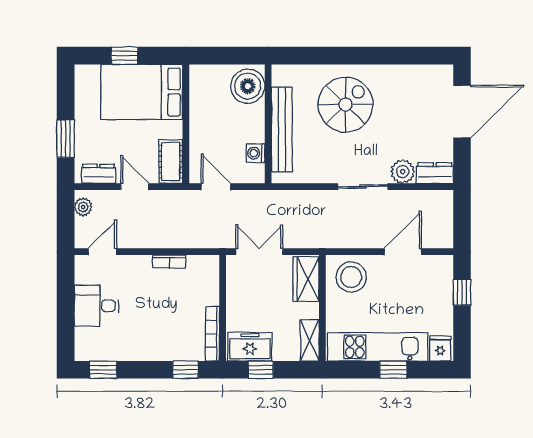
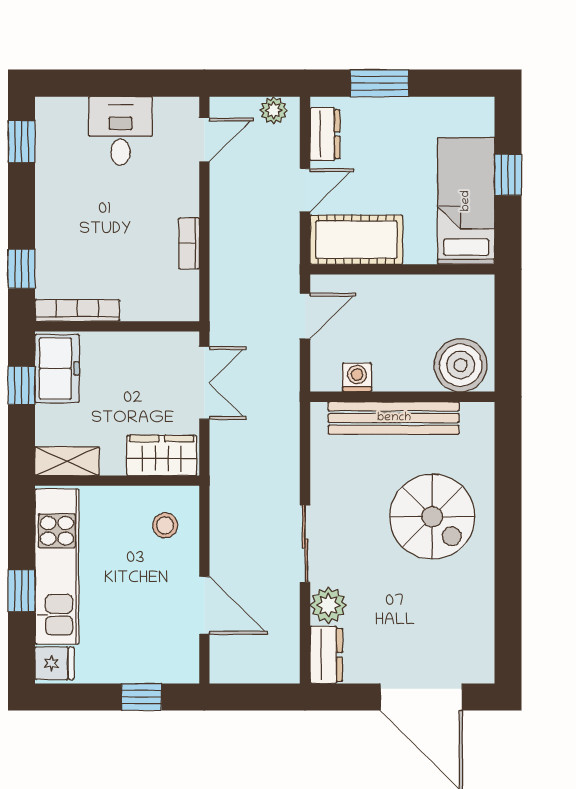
bed: (142, 92) -> (466, 201), width x0.67
cot: (171, 162) -> (356, 240), width x1.37, depth x1.34
door: (102, 252) -> (204, 140), hinge flipped
stool: (351, 277) -> (165, 525), width x0.53, depth x0.53

